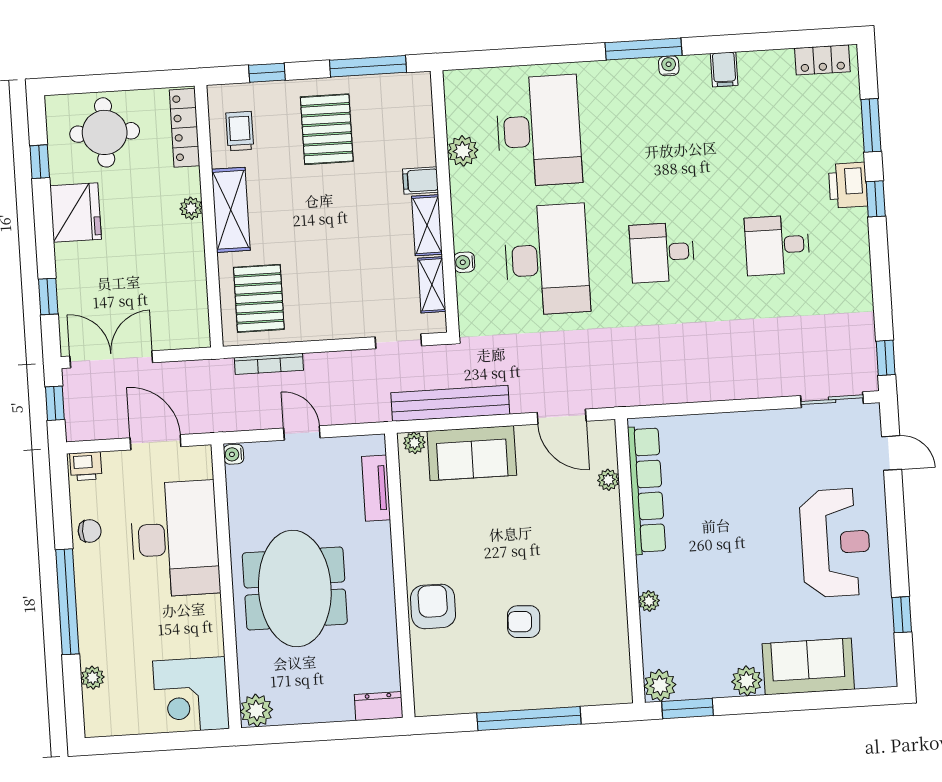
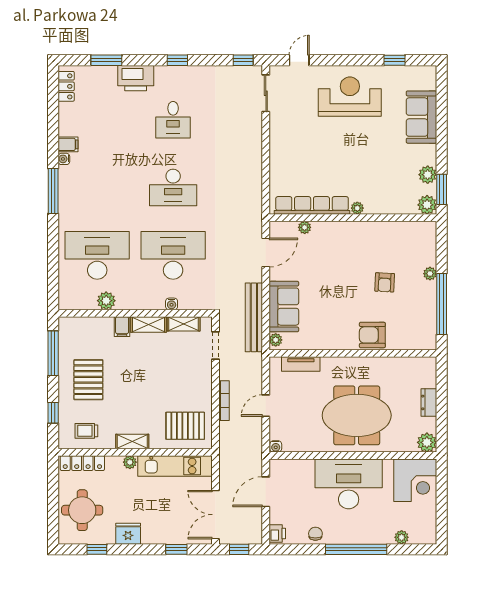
water cooler: (669, 66) -> (64, 159), moved
pallet: (327, 129) -> (88, 380), turned 90
printer: (848, 185) -> (136, 78), width x1.37, depth x1.19
window: (876, 199) -> (177, 60), moved
shelving: (231, 210) -> (132, 441), width x0.67, depth x0.75
fridge: (76, 212) -> (128, 534), width x0.73, depth x0.75
desk: (662, 252) -> (173, 188), width x1.37
kitchen unit: (189, 285) -> (175, 466), added
bookcase: (269, 364) -> (224, 401), moved
desk: (175, 539) -> (349, 484), moved
plant: (649, 601) -> (357, 208), moved
plant: (747, 681) -> (428, 175), moved
plant: (543, 698) -> (430, 274), added
dresser: (379, 706) -> (429, 402), moved
window: (529, 719) -> (442, 304), moved

